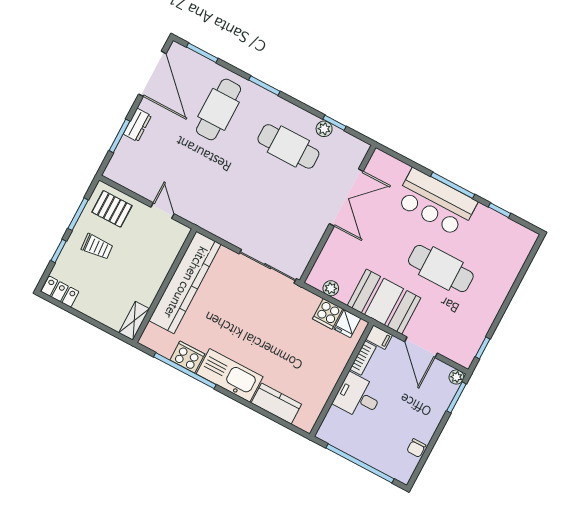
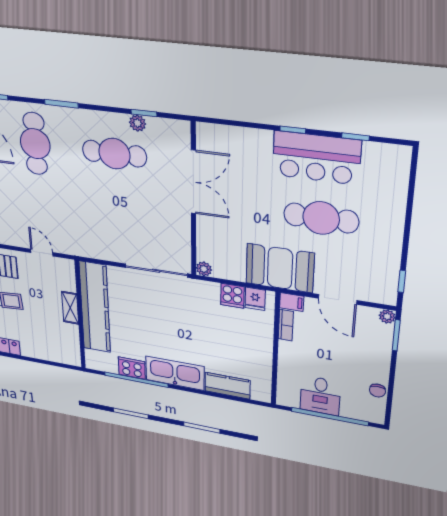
window: (453, 185) -> (293, 130), width x0.46
bar counter: (436, 202) -> (316, 158), moved
plant: (331, 288) -> (204, 269), moved
shelving: (134, 321) -> (70, 308), moved
desk: (358, 397) -> (320, 396), moved, turned -90

